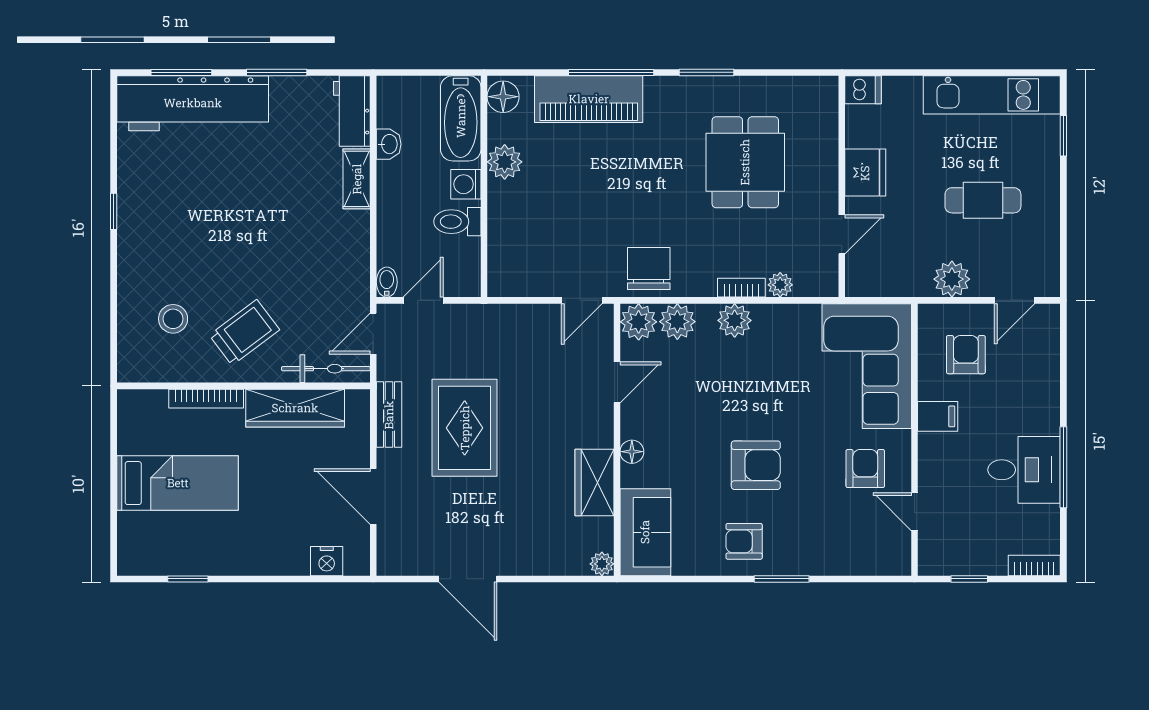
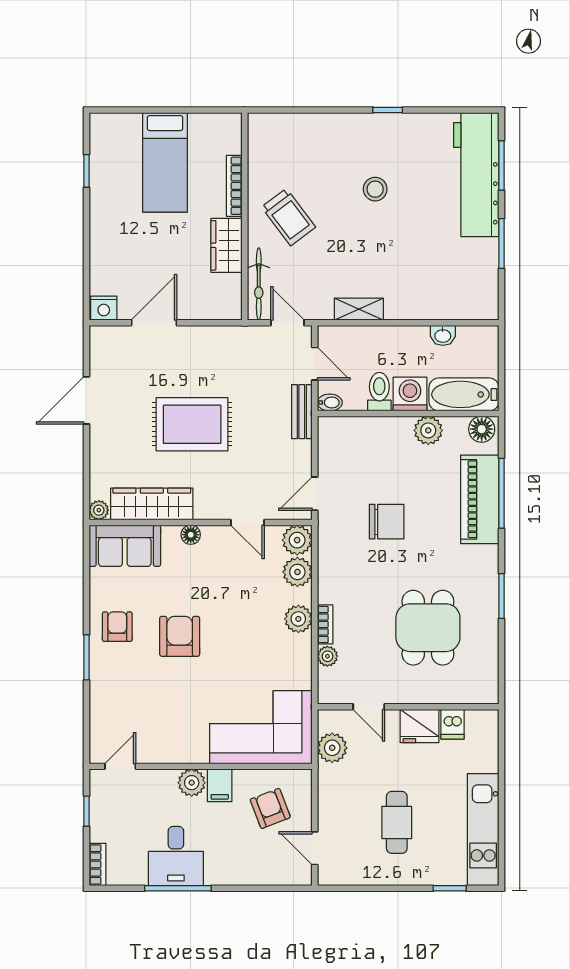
window: (611, 72) -> (502, 493), moved
dishwasher: (863, 90) -> (452, 724), moved
workbench: (352, 111) -> (470, 305), removed
dining table: (745, 162) -> (428, 628), turned 90
shelving: (357, 179) -> (359, 309), moved
washing machine: (466, 184) -> (410, 394), width x1.38, depth x1.38
chair: (649, 269) -> (387, 522), moved
plant: (952, 279) -> (332, 748), moved
bidet: (387, 282) -> (330, 402), moved
door: (582, 300) -> (315, 494), hinge flipped
stool: (173, 319) -> (375, 189), moved
armchair: (966, 355) -> (270, 808), turned -111
wardrobe: (295, 408) -> (226, 245), width x0.67
bench: (389, 415) -> (302, 412), moved, turned 90
rug: (465, 428) -> (192, 424), moved
plant: (934, 451) -> (192, 783), added
armchair: (756, 465) -> (180, 636), turned 180
armchair: (865, 469) -> (177, 726), removed
wardrobe: (594, 482) -> (152, 504), width x1.50
door: (915, 512) -> (120, 766), moved
nightstand: (327, 561) -> (104, 308), moved, turned -90

